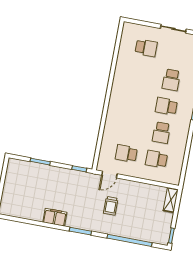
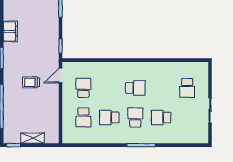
school desk: (136, 101) -> (135, 88), added
school desk: (156, 159) -> (83, 117), turned 180
door: (109, 175) -> (61, 76), hinge flipped
shelving: (171, 200) -> (33, 138), moved

